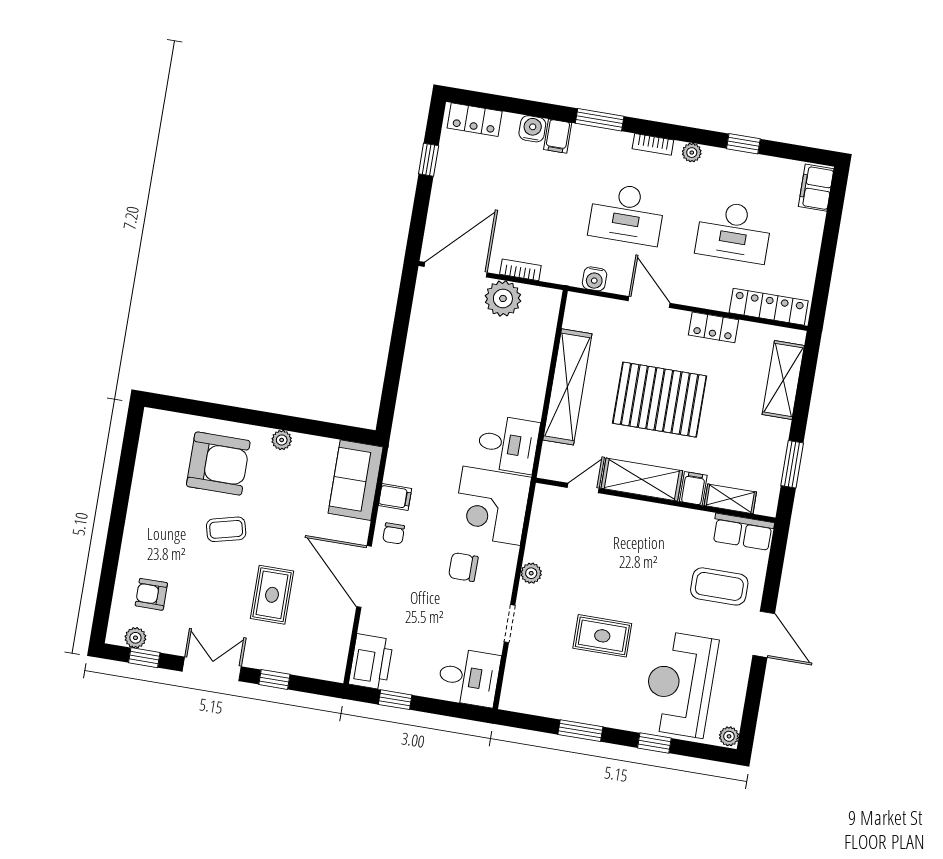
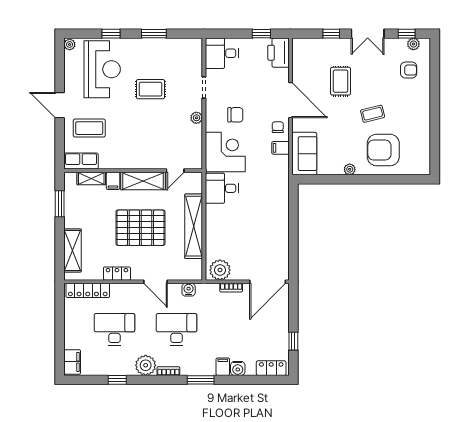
plant: (692, 153) -> (146, 365), width x1.87, depth x1.87
plant: (503, 298) -> (220, 270), moved

